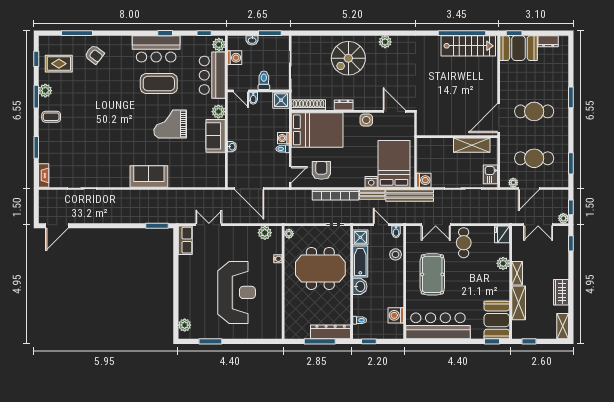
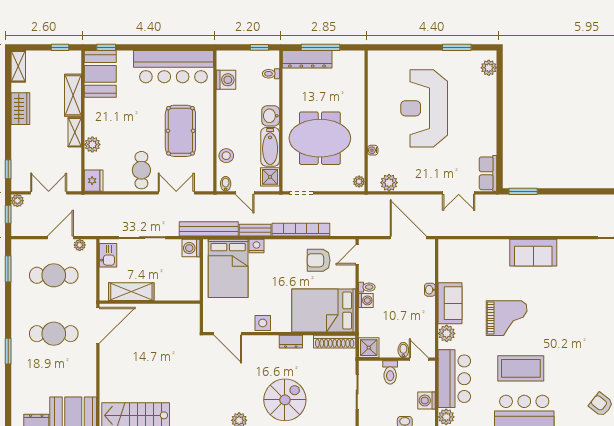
armchair: (321, 170) -> (319, 260), turned 90

